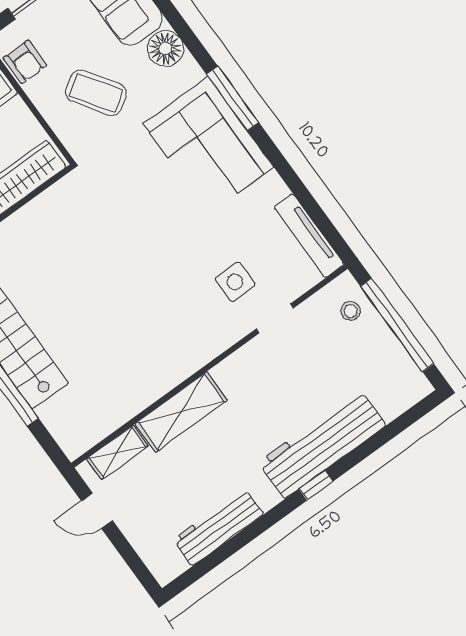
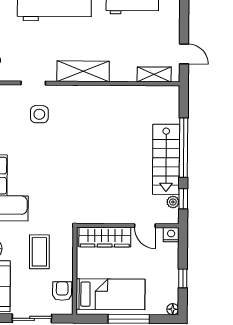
coffee table: (96, 93) -> (39, 252), turned 34
shelving: (181, 412) -> (83, 71), moved

